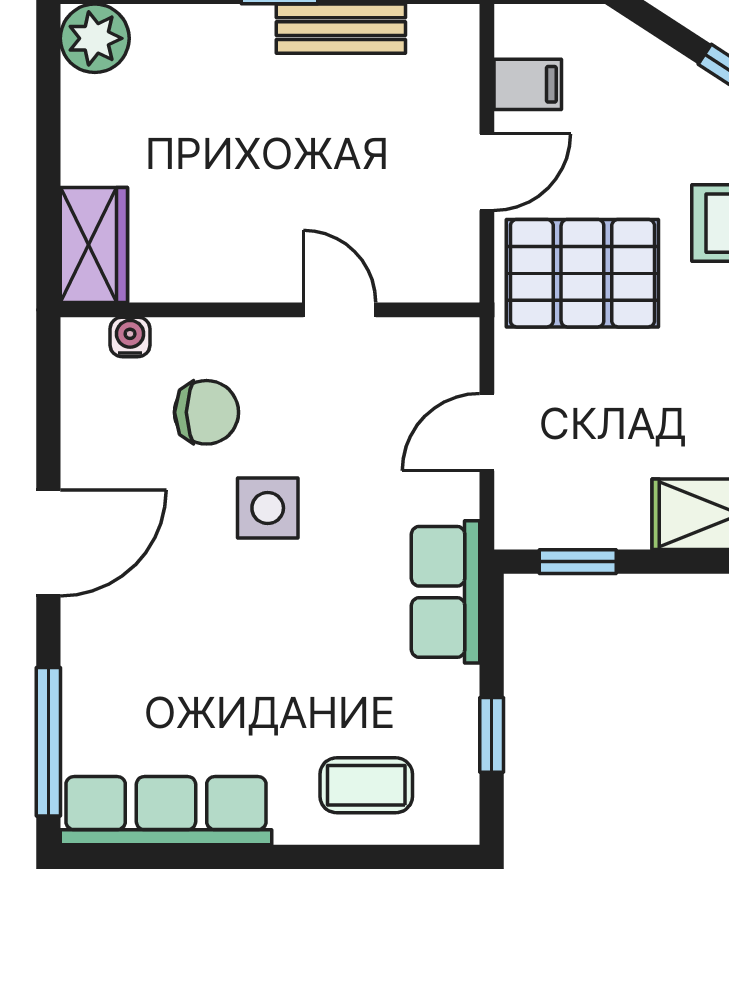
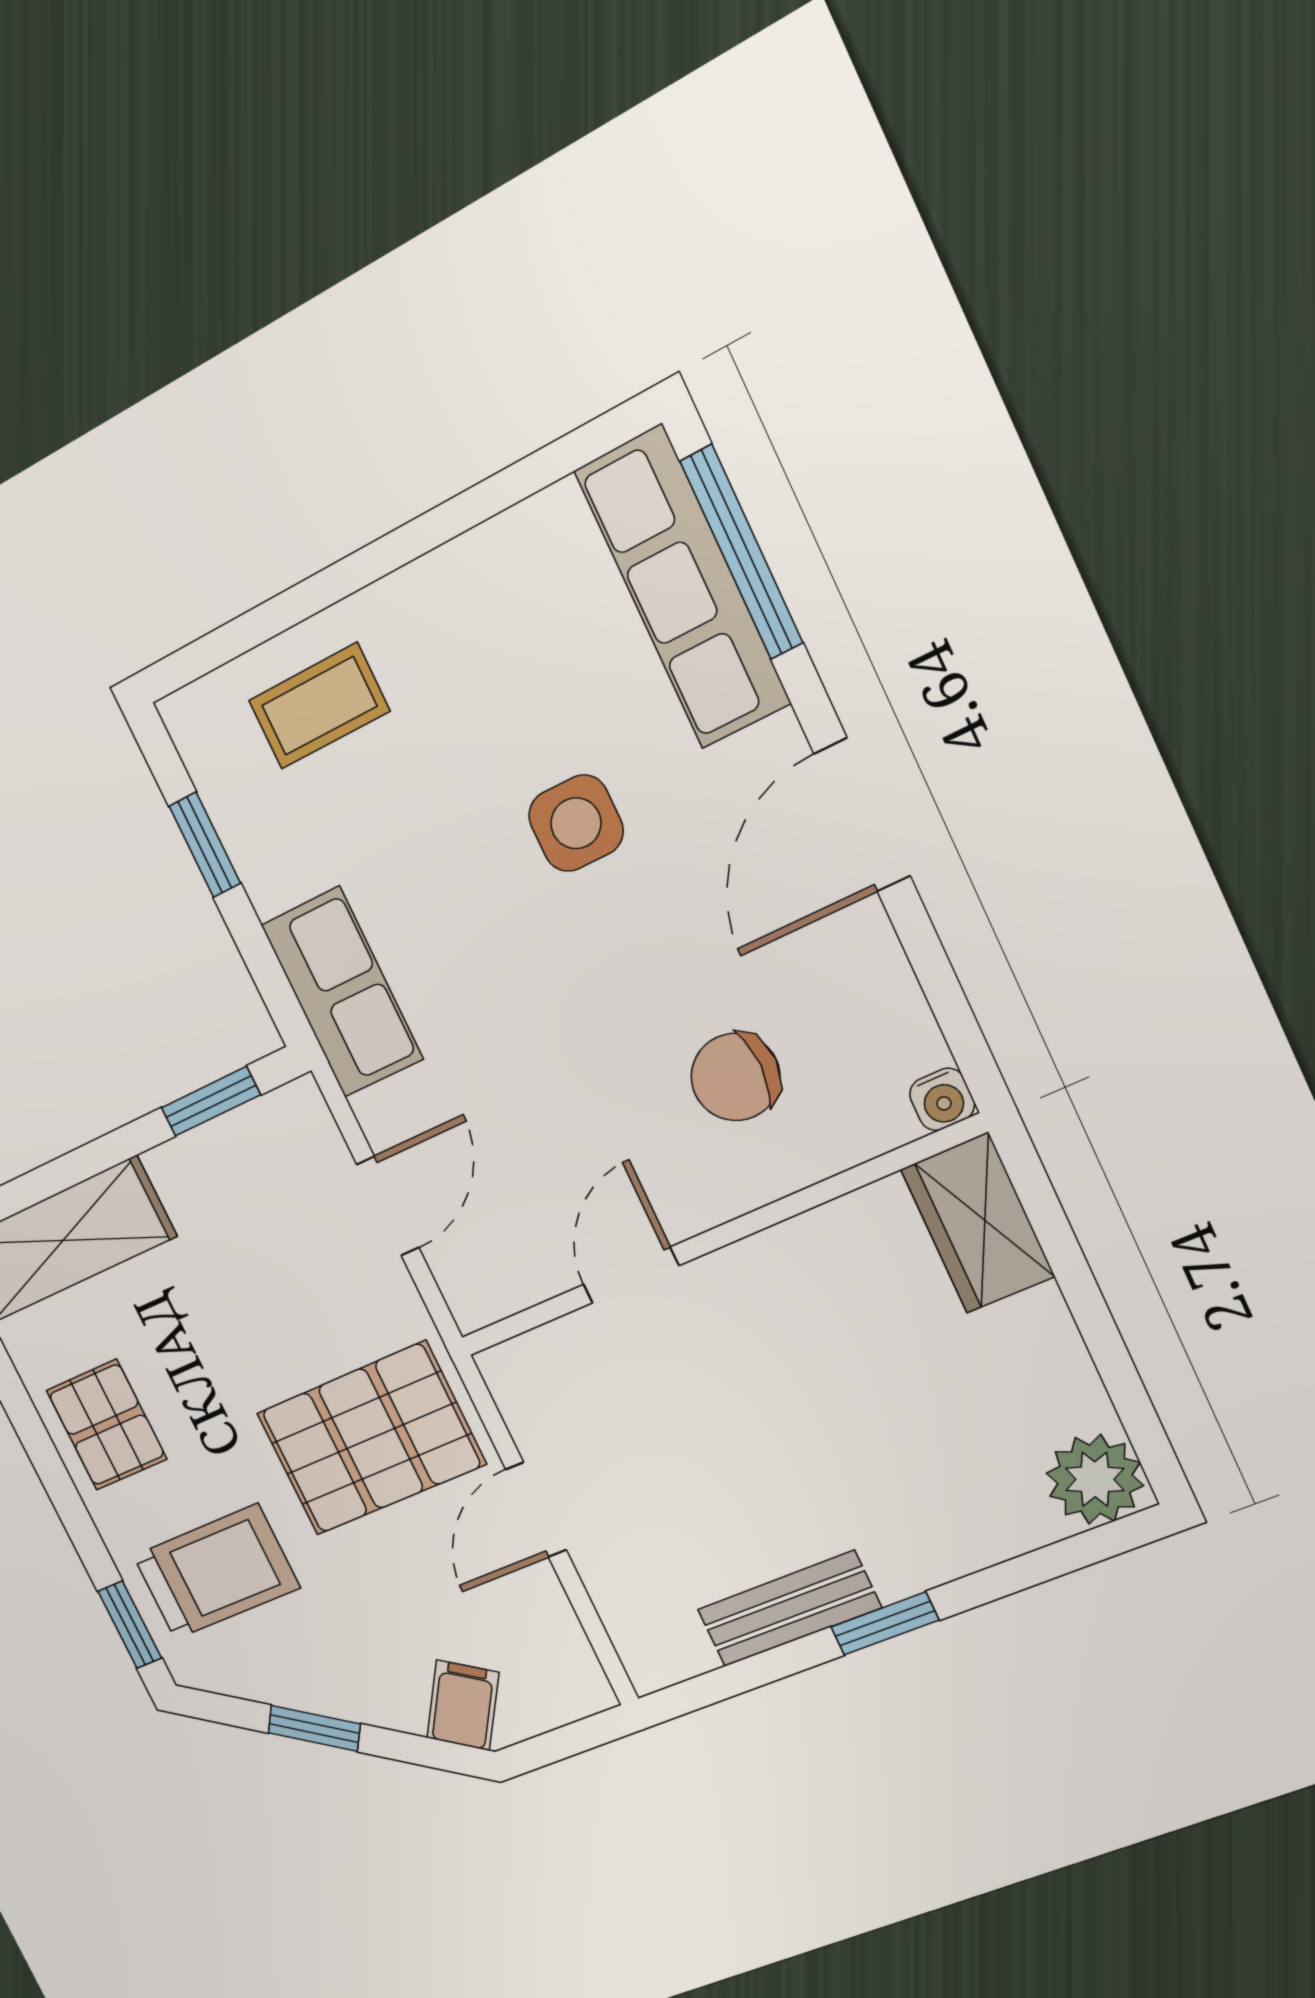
filing cabinet: (528, 84) -> (463, 1705), moved, turned 123
door: (340, 310) -> (631, 1275), swing flipped
water cooler: (130, 337) -> (942, 1099), moved
side table: (268, 508) -> (576, 823), moved
row of seats: (166, 811) -> (683, 587), moved, turned 90

